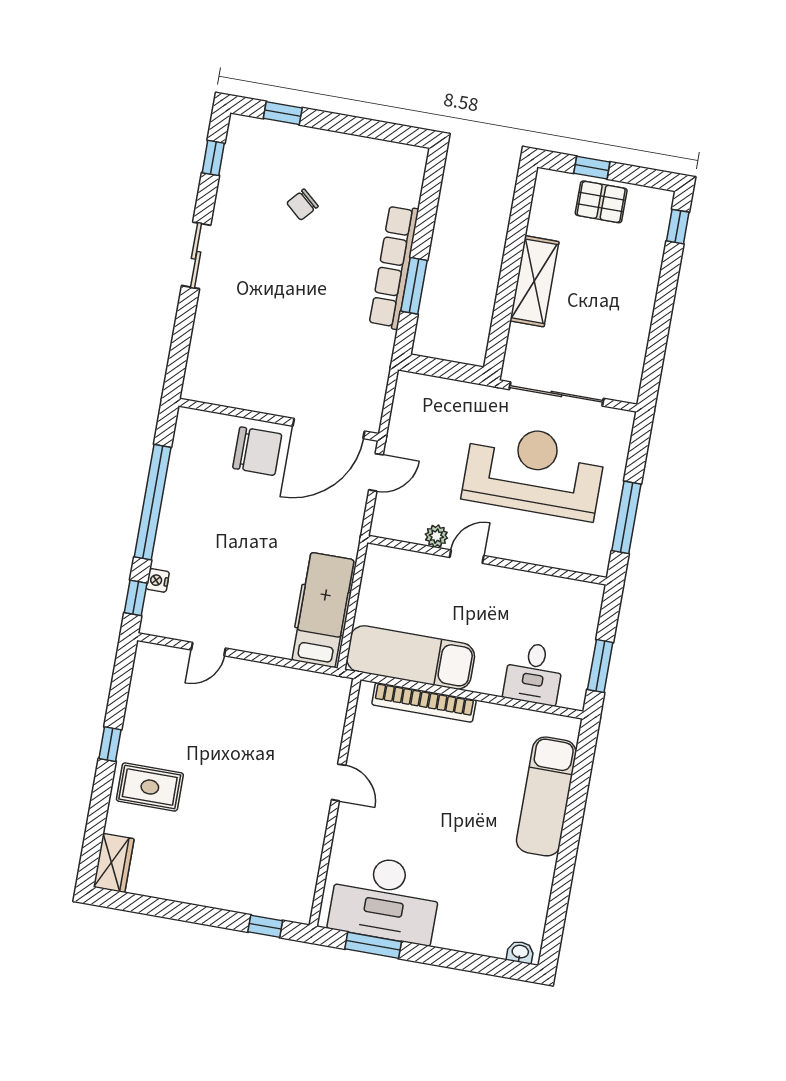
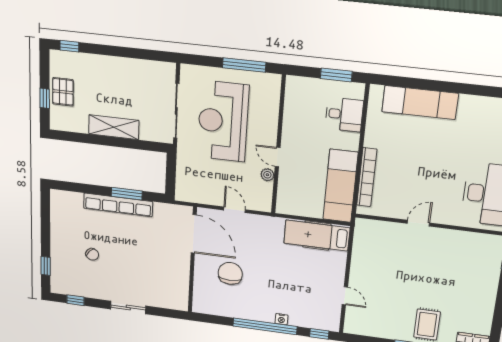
wall: (279, 420) -> (192, 260), moved
door: (329, 429) -> (194, 234), moved
nightstand: (158, 580) -> (281, 319), moved

